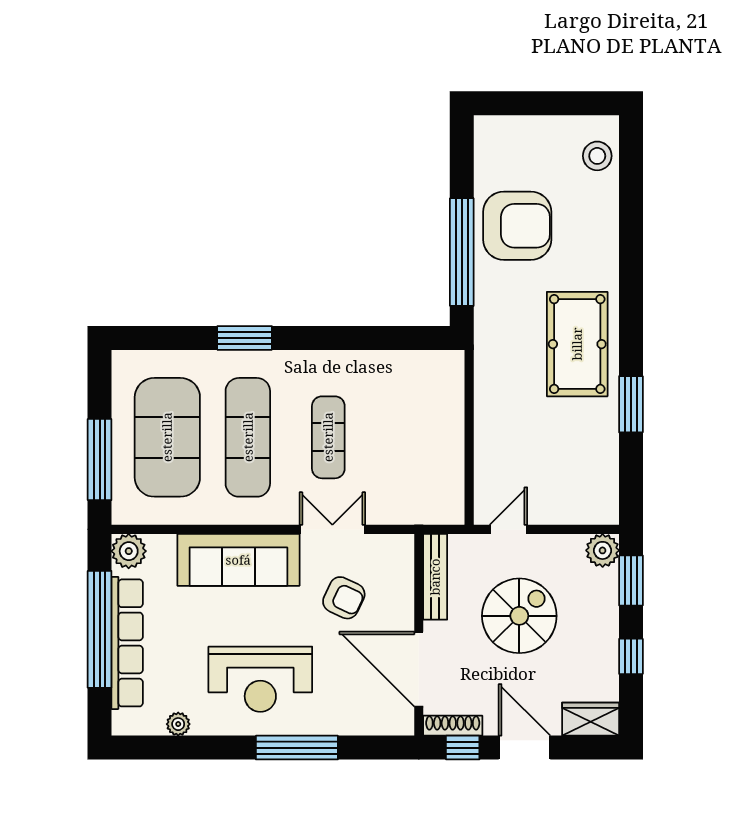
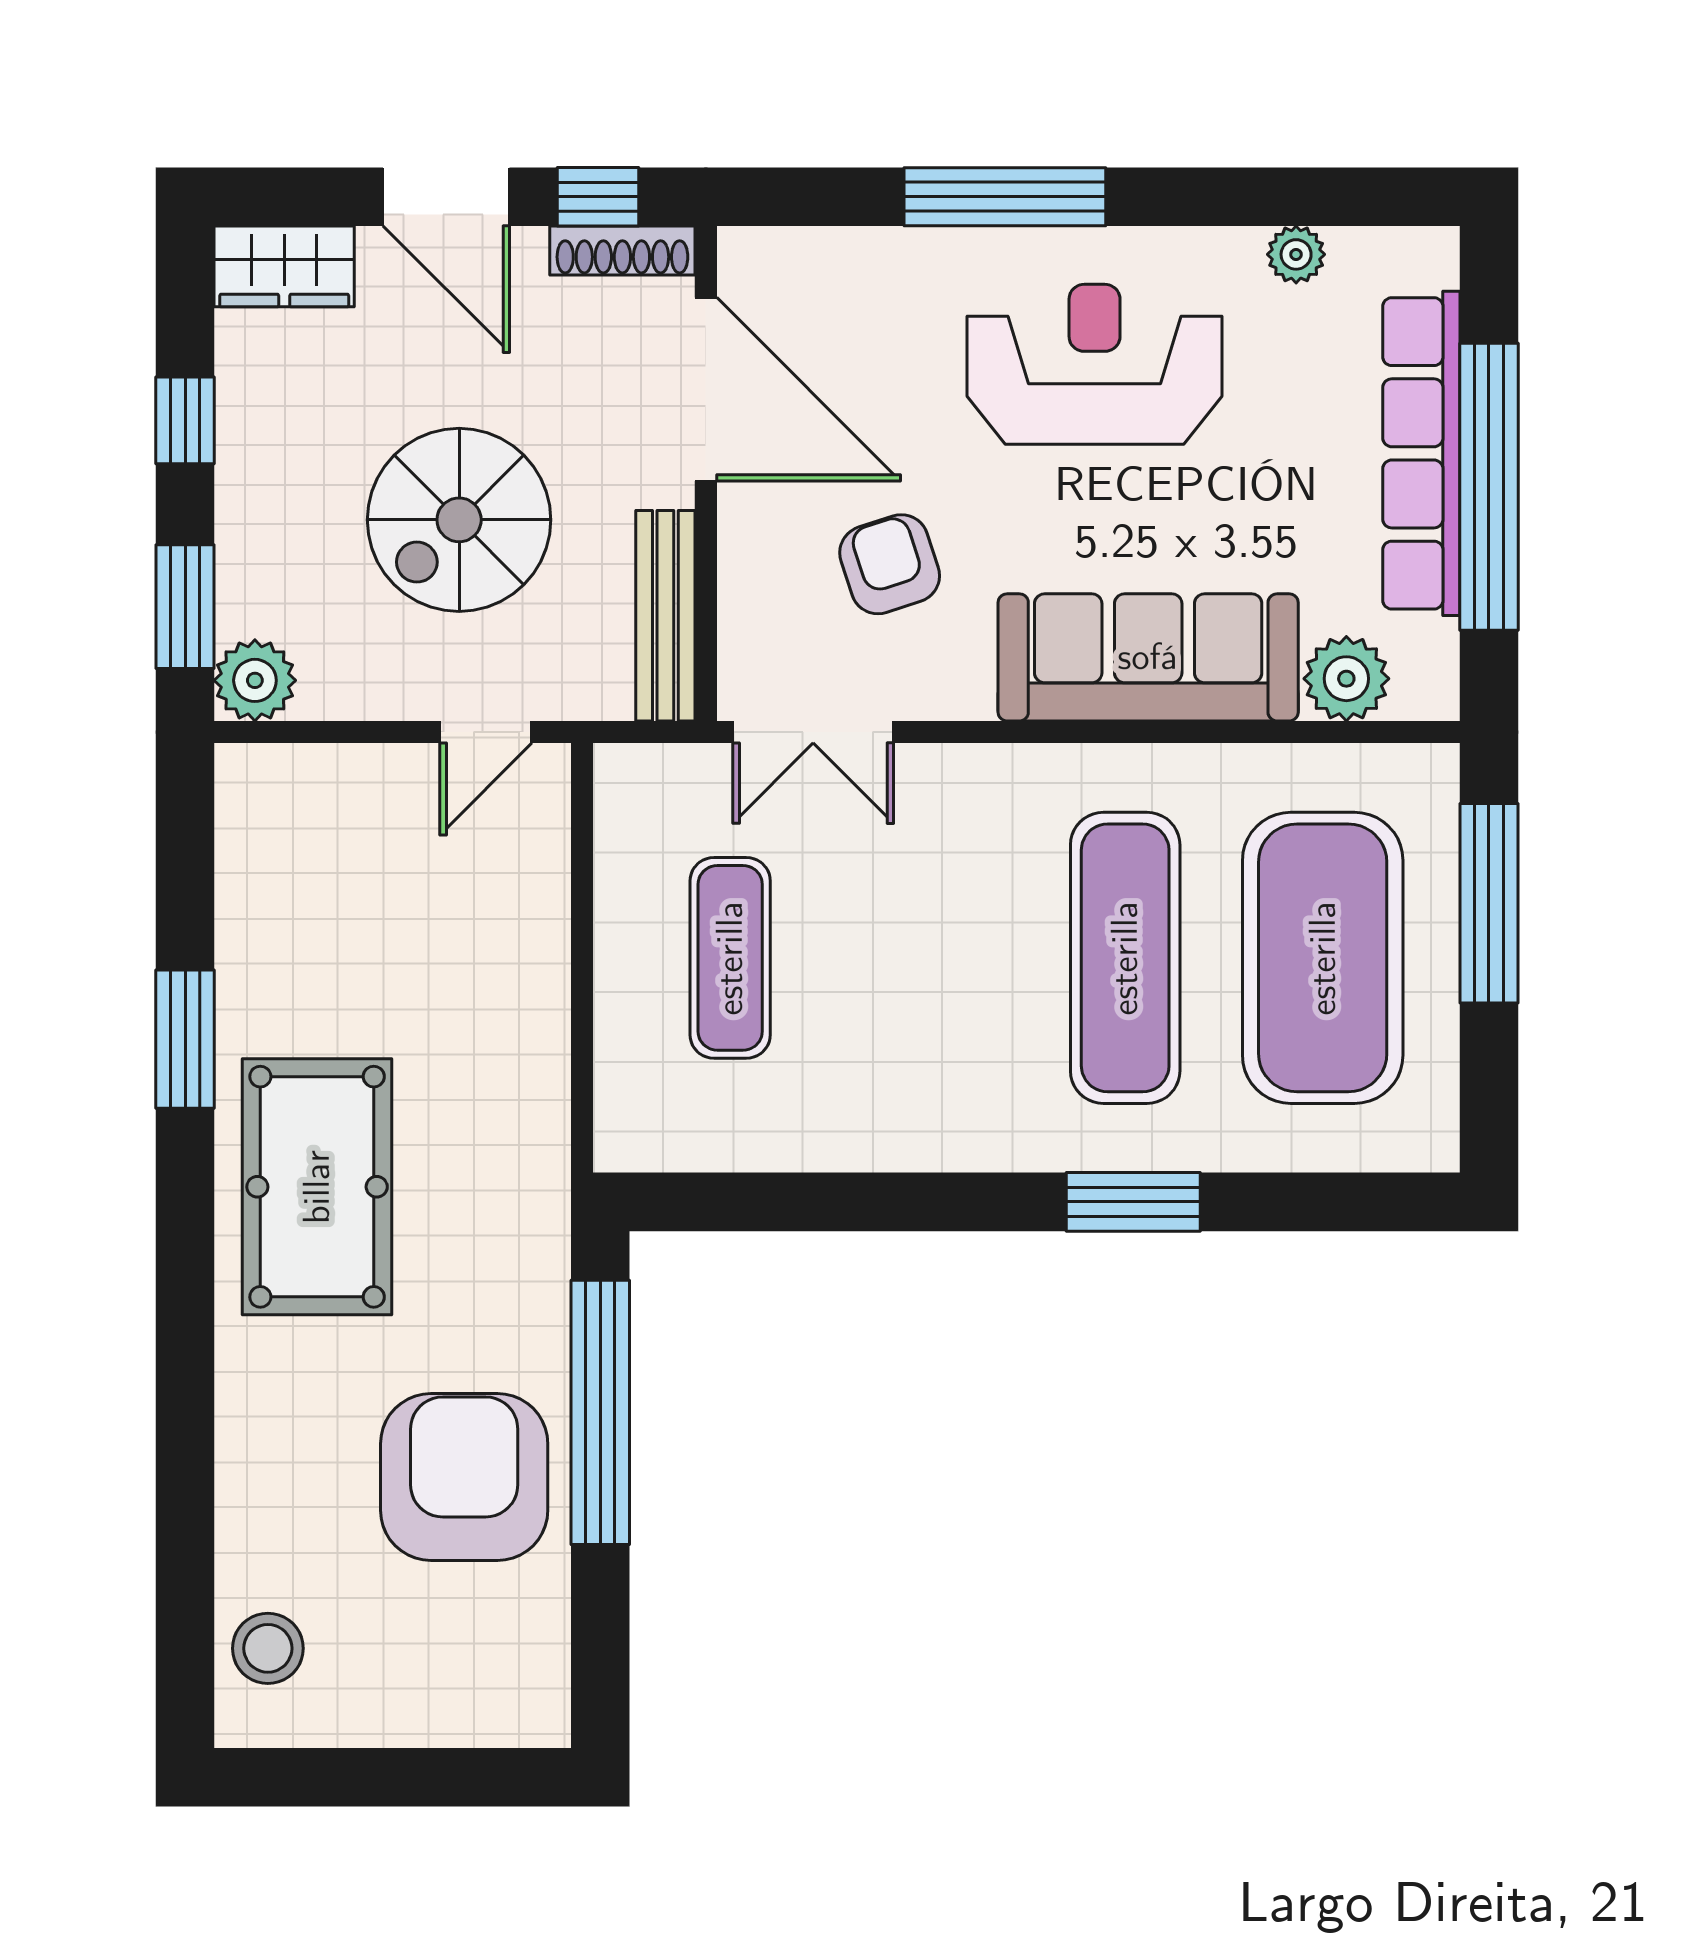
armchair: (517, 226) -> (464, 1477), turned 90
exercise mat: (328, 437) -> (730, 958), moved
double door: (332, 529) -> (813, 732), moved
plant: (129, 551) -> (1346, 679), moved
armchair: (344, 598) -> (890, 564), turned 47

